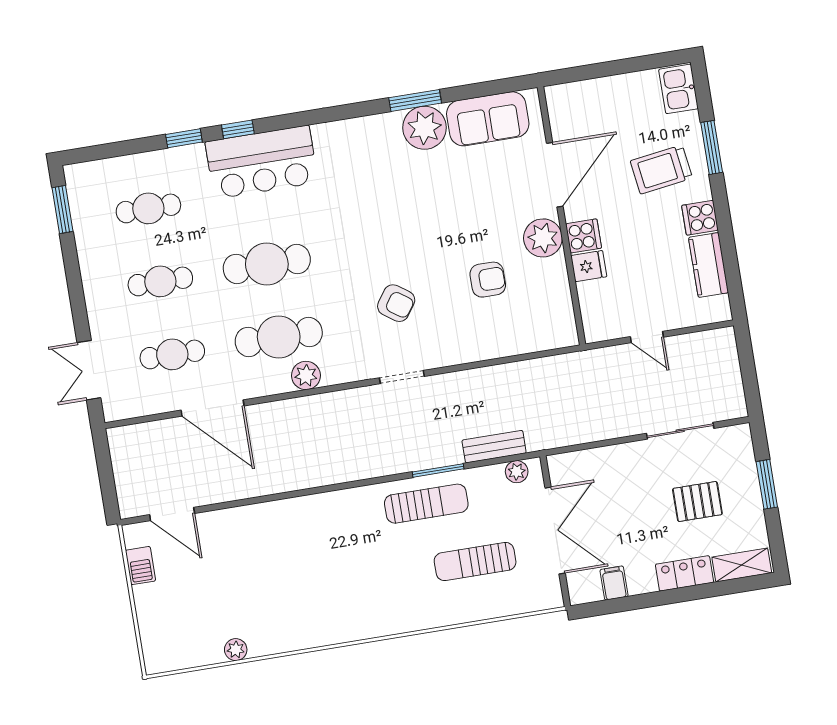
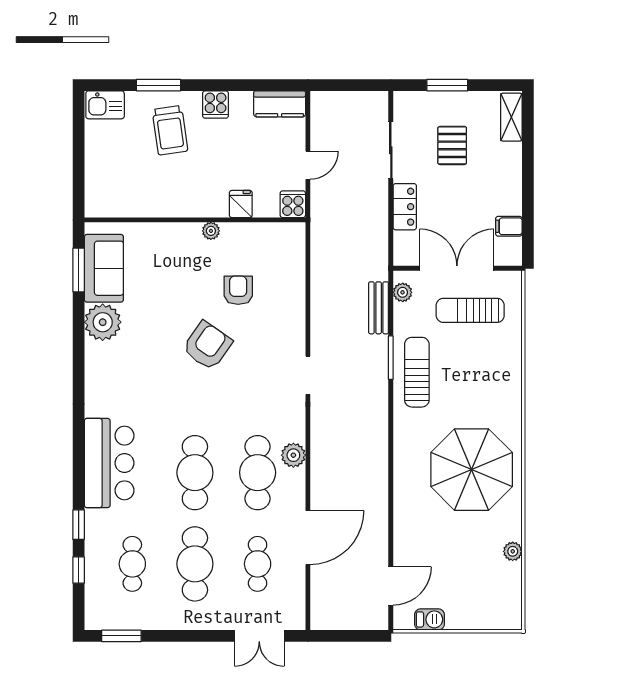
window: (415, 100) -> (79, 270), moved
window: (238, 129) -> (79, 570), moved
door: (555, 175) -> (160, 220), removed
cooker: (584, 236) -> (293, 204), moved
plant: (543, 238) -> (211, 231), width x0.53, depth x0.53
kitchen counter: (709, 265) -> (280, 104), moved
cafe table: (160, 281) -> (195, 564), width x1.37, depth x1.35
armchair: (396, 303) -> (207, 345), moved, width x1.38, depth x1.38
sun lounger: (475, 562) -> (470, 310), moved, turned 90
locker: (684, 573) -> (405, 207), moved, turned 180
parasol: (323, 586) -> (472, 470), added

